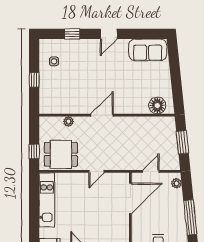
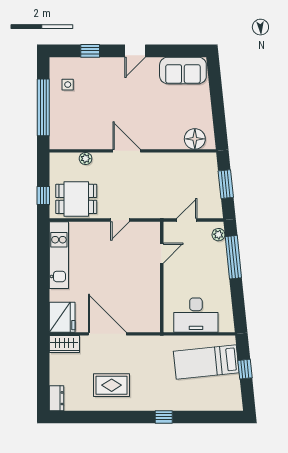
window: (34, 80) -> (43, 107), width x3.17
door: (102, 115) -> (127, 151), hinge flipped
door: (130, 198) -> (162, 253), width x0.53
window: (190, 217) -> (233, 257), moved

